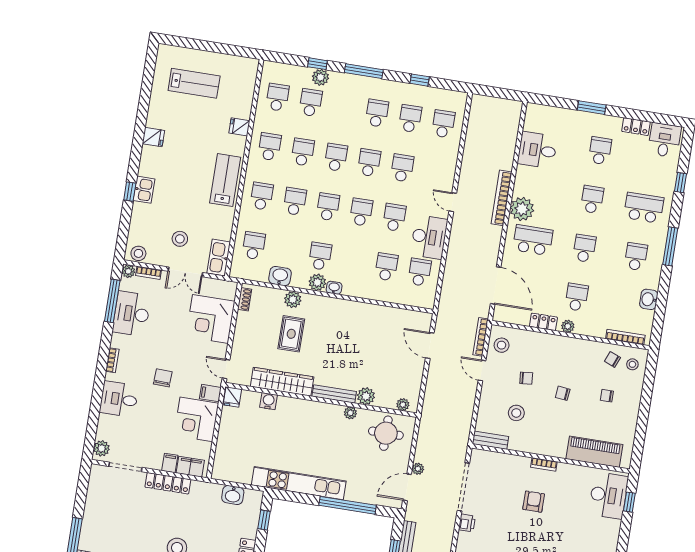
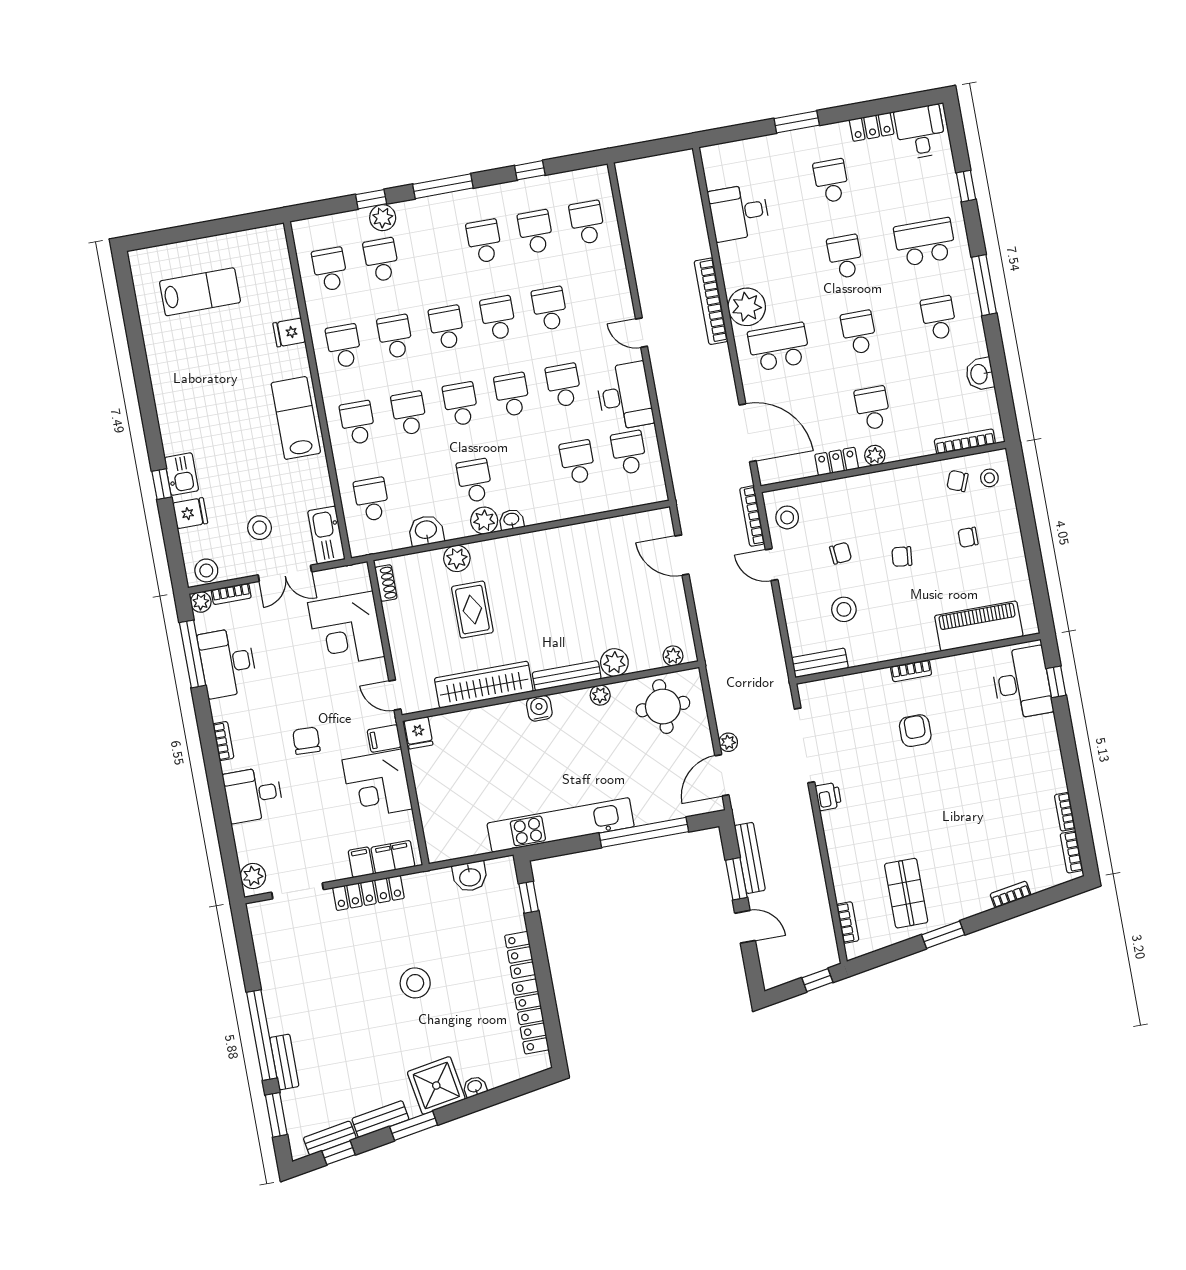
fridge: (153, 137) -> (190, 513), moved
water cooler: (268, 401) -> (539, 708), moved

